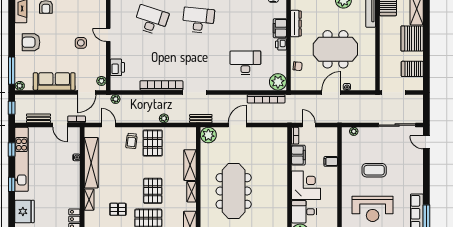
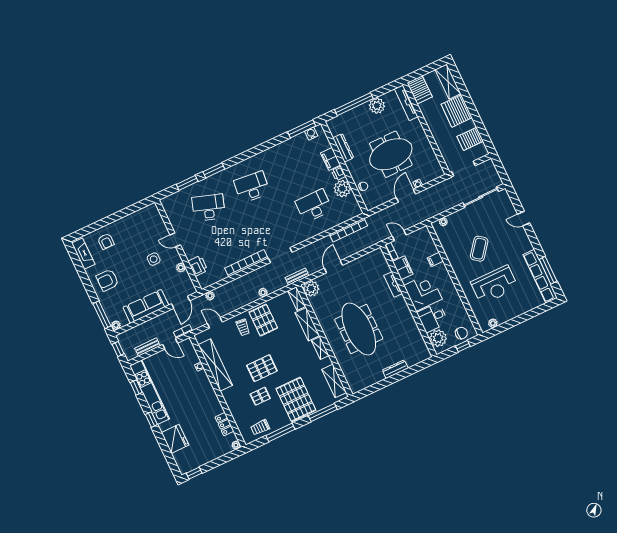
plant: (101, 81) -> (181, 268), moved
plant: (278, 82) -> (342, 189), moved
door: (426, 142) -> (524, 218), moved
tv unit: (283, 166) -> (393, 285), added
coffee table: (374, 170) -> (479, 249), turned -52
pallet: (153, 191) -> (262, 368), moved, turned 90
shelving: (89, 200) -> (297, 299), moved

